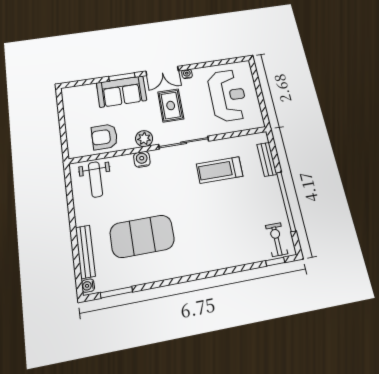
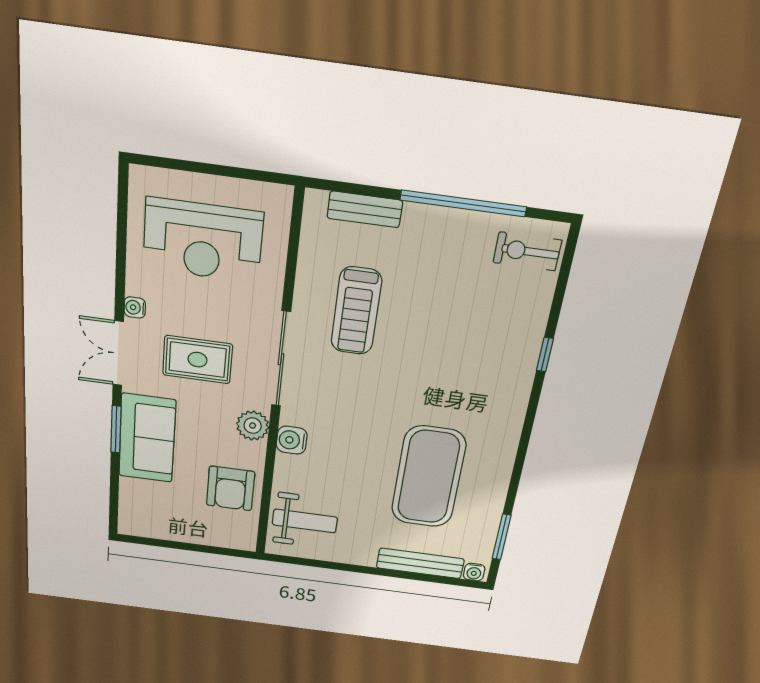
double door: (162, 71) -> (118, 353), swing flipped
reception desk: (228, 95) -> (203, 240), turned 180
window: (275, 262) -> (545, 355), moved

